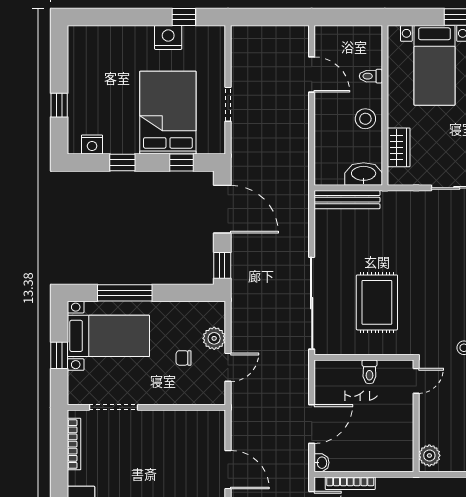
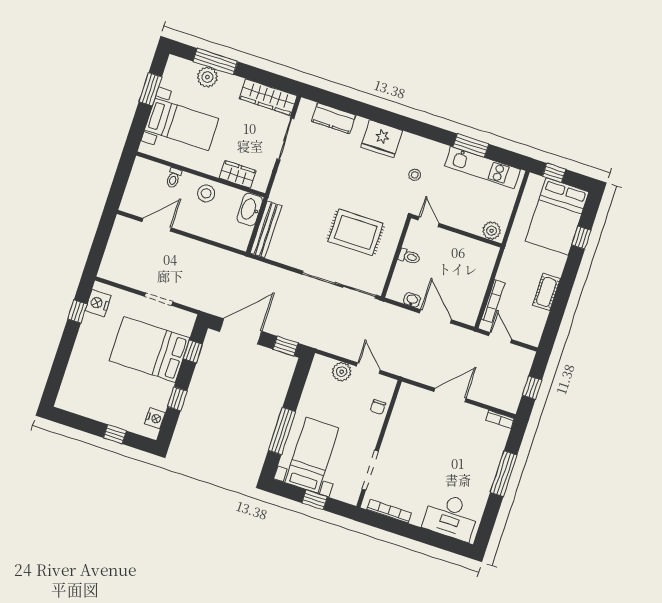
nightstand: (168, 37) -> (98, 303), moved
chair: (184, 358) -> (378, 407), moved
washbasin: (322, 463) -> (412, 300), moved

